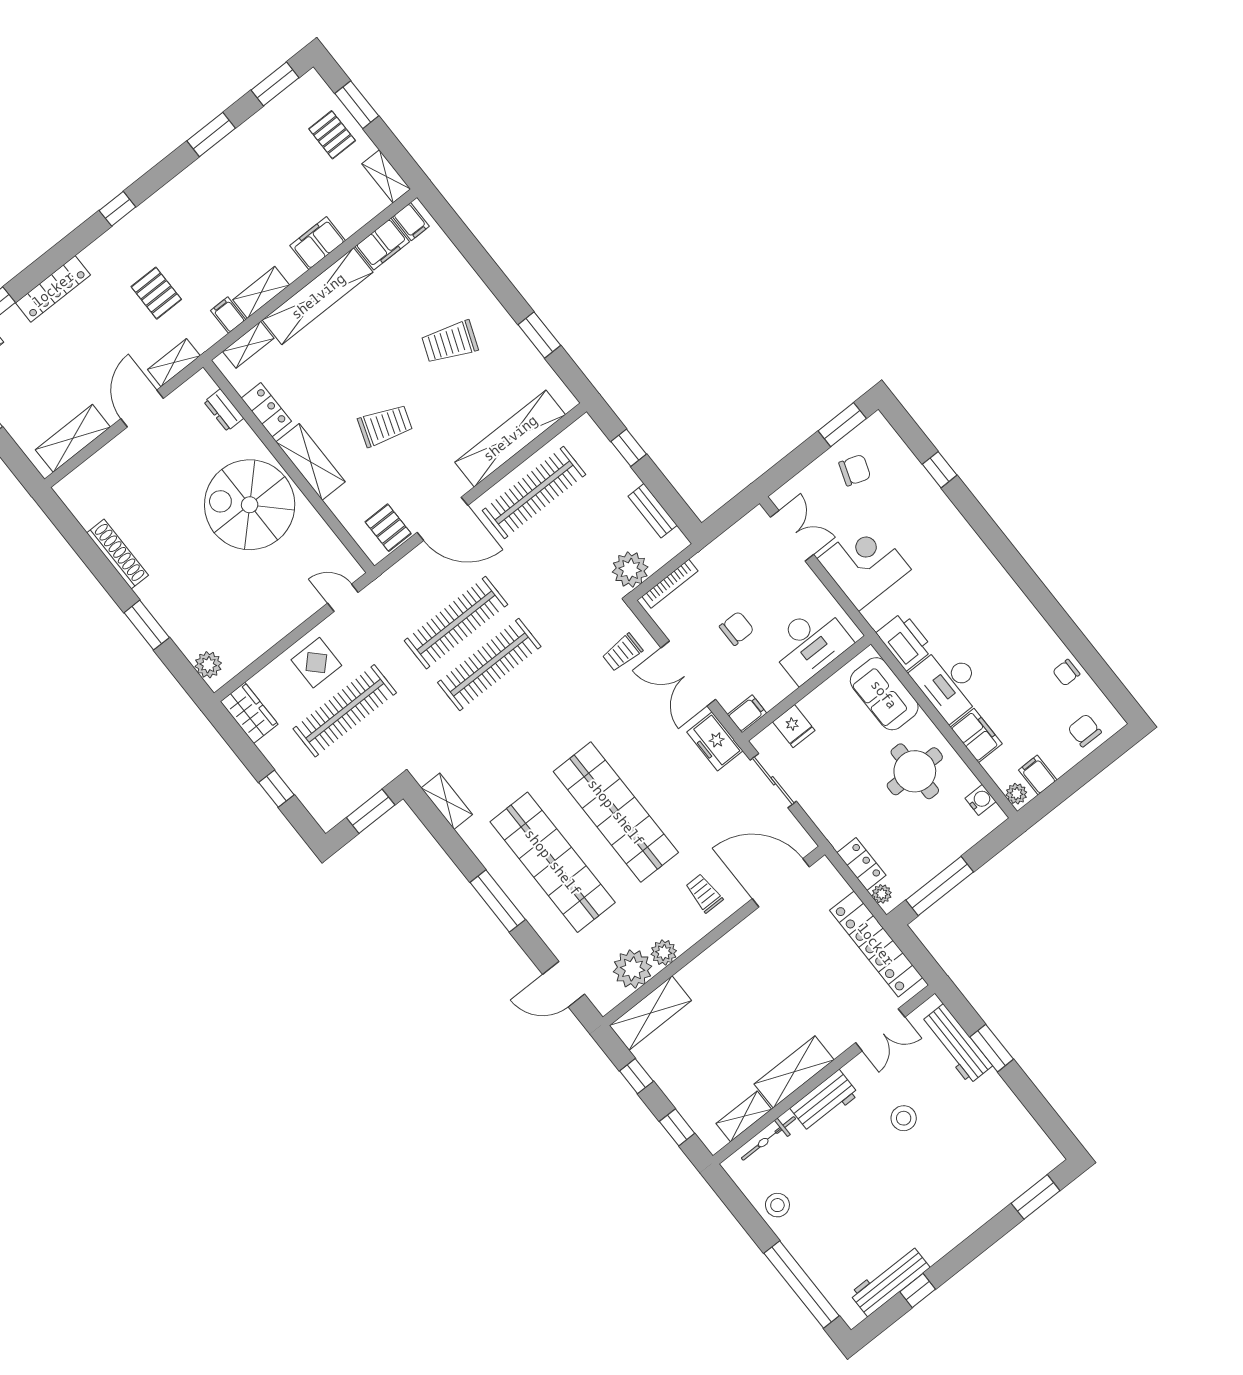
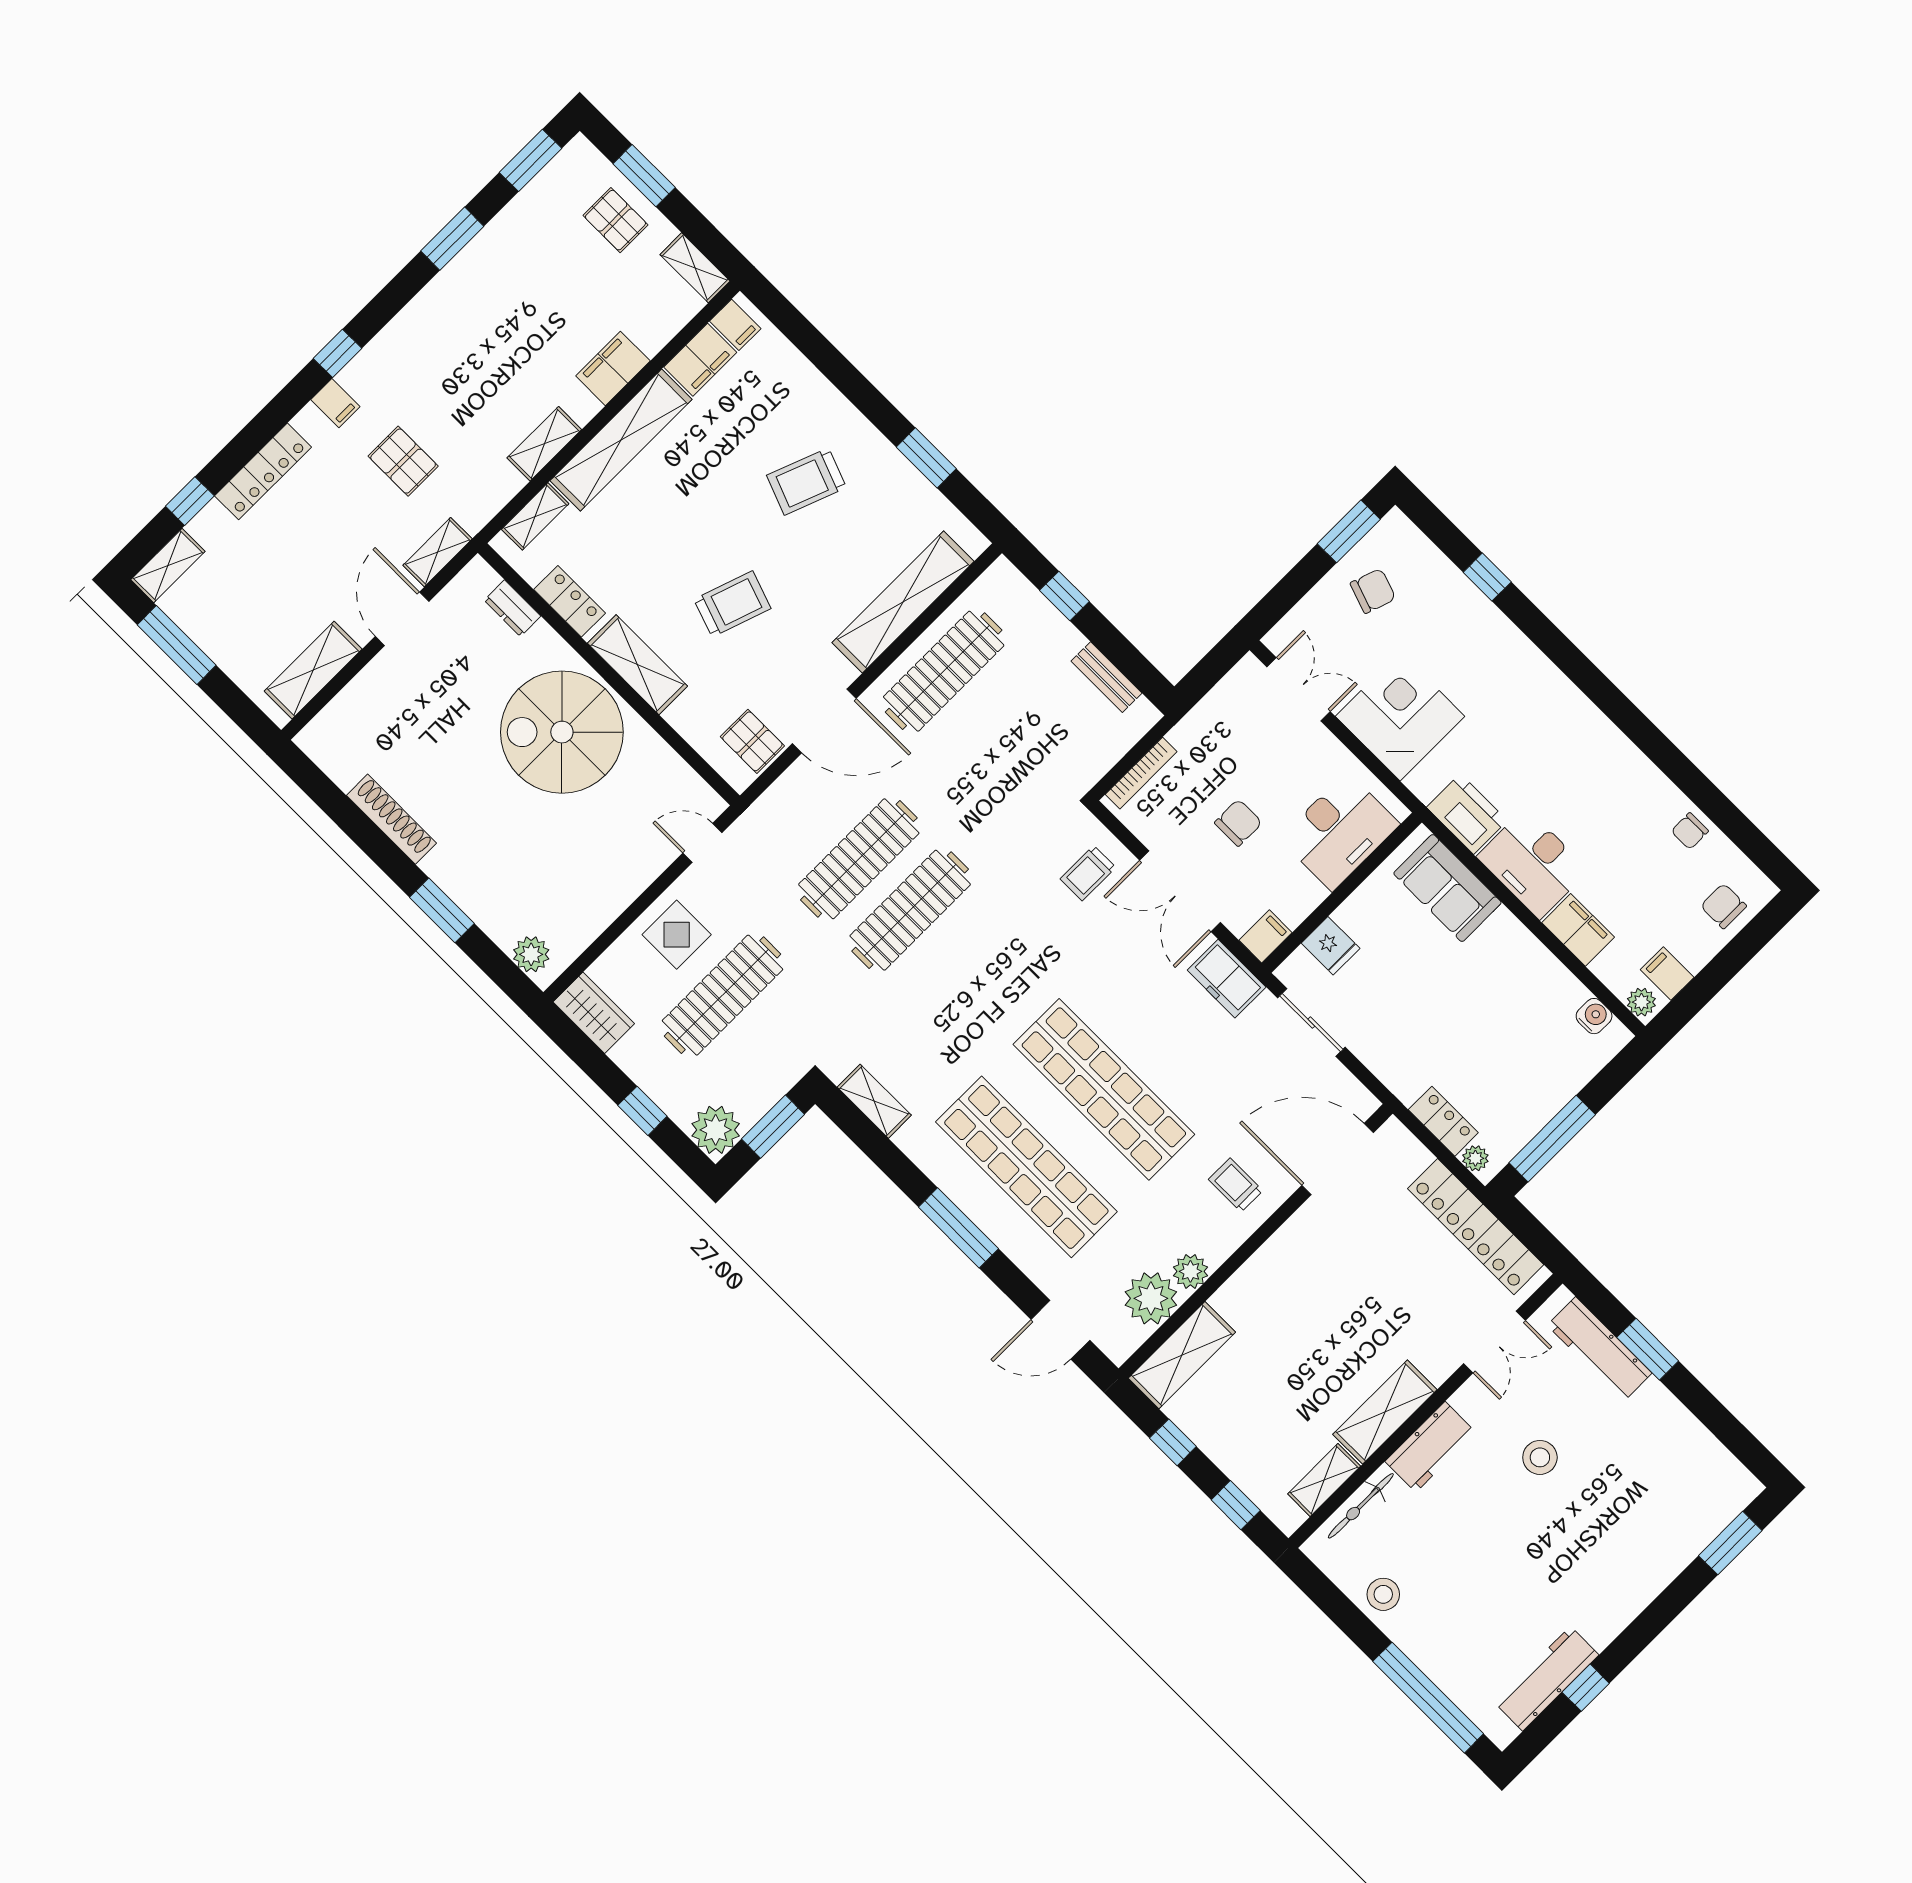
filing cabinet: (228, 315) -> (335, 403), moved, turned 180
plant: (630, 569) -> (716, 1130), moved
round table: (915, 771) -> (1501, 988), removed

